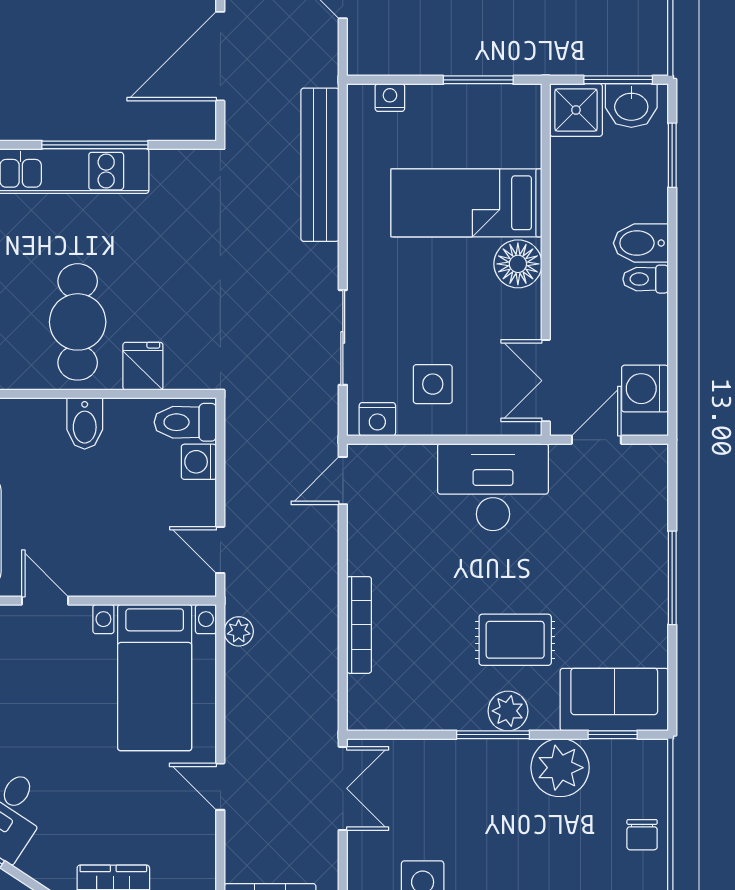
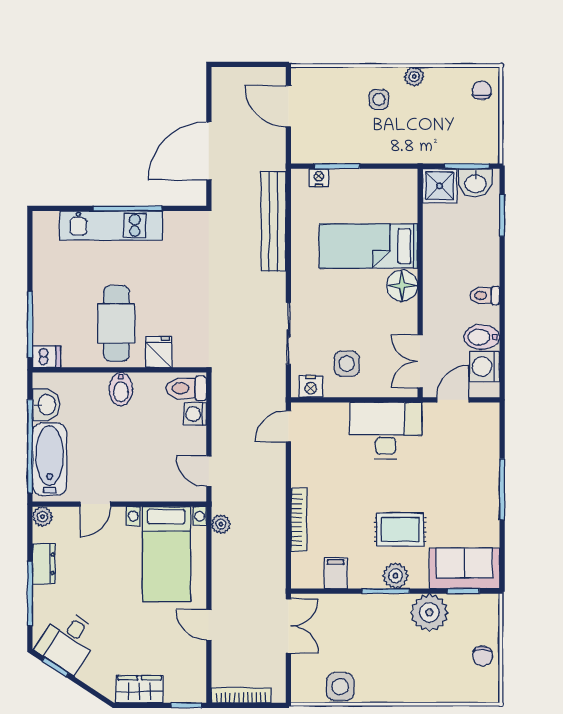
window: (478, 80) -> (337, 166), moved
bidet: (641, 243) -> (482, 337), moved
door: (45, 601) -> (95, 504), swing flipped
filing cabinet: (416, 707) -> (336, 573), added

